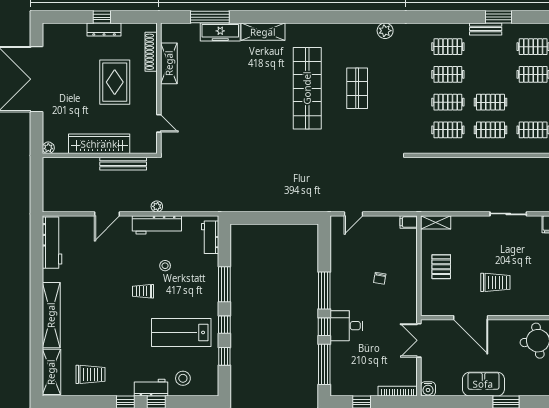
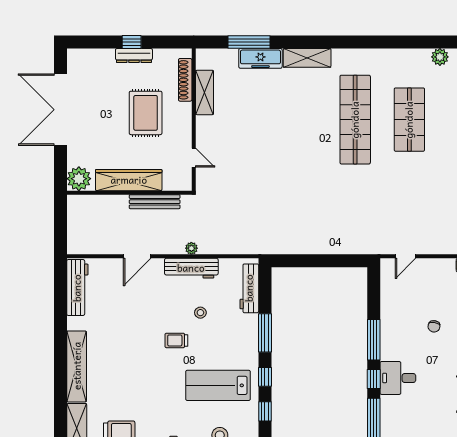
shop shelf: (357, 88) -> (409, 120), width x1.43, depth x1.36
plant: (48, 148) -> (79, 179), width x1.87, depth x1.87
workbench: (210, 237) -> (249, 288), width x1.38

